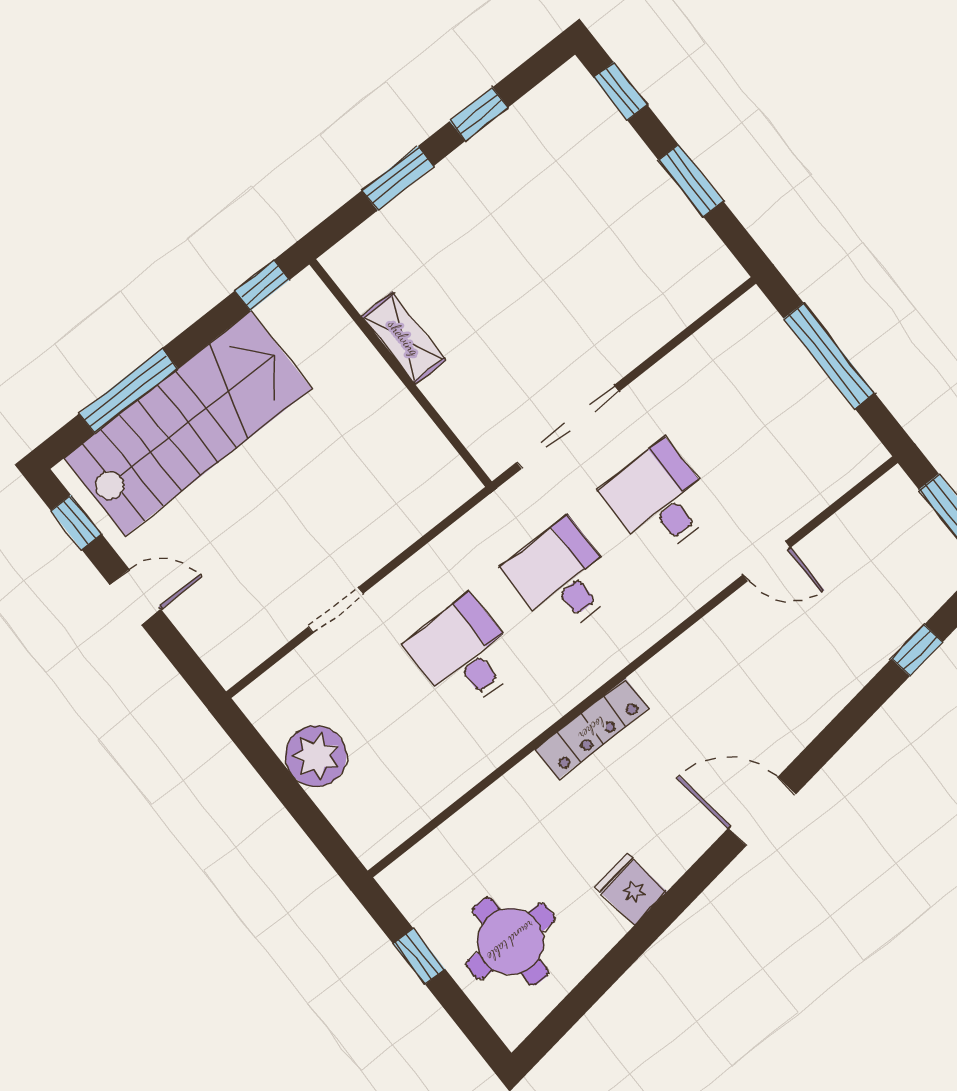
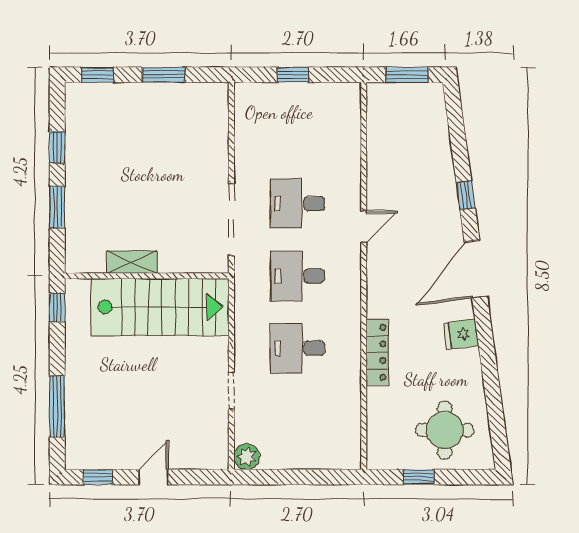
window: (829, 356) -> (293, 75), width x0.46
stairs: (188, 423) -> (160, 307), moved, turned 90
door: (767, 561) -> (364, 227), moved
window: (917, 650) -> (466, 195), moved
locker: (592, 729) -> (377, 352), moved
plant: (316, 756) -> (247, 457), moved, width x0.73, depth x0.73
door: (762, 811) -> (476, 269), width x1.36
fridge: (631, 889) -> (461, 334), moved

